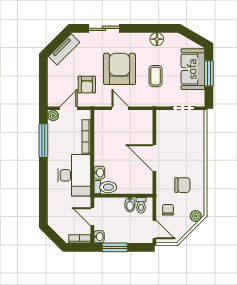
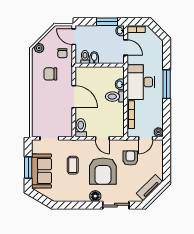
floor lamp: (157, 39) -> (95, 196), moved
toilet: (146, 121) -> (81, 128), added
window: (43, 141) -> (167, 84), moved
toilet: (105, 187) -> (115, 97), moved

